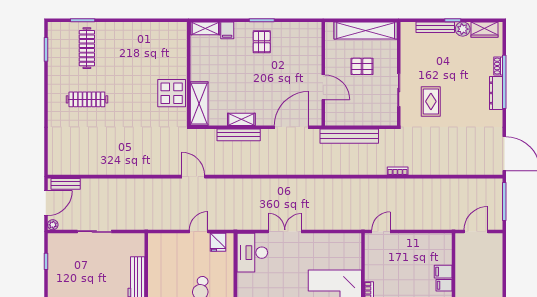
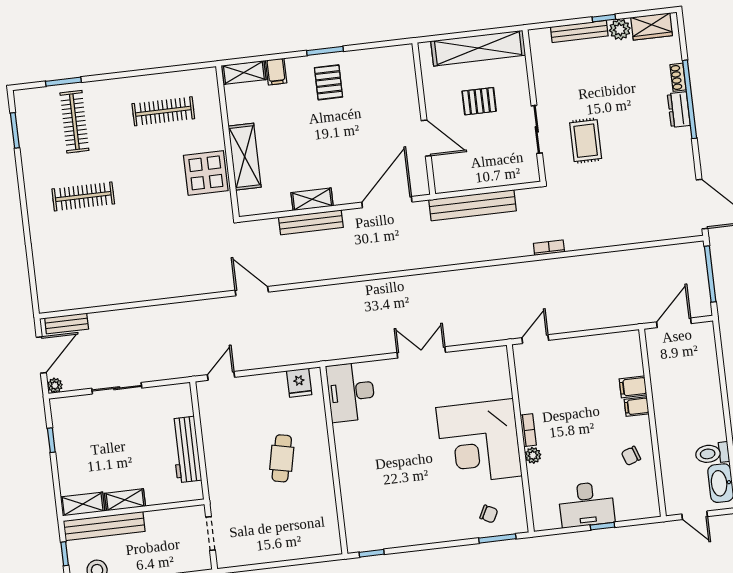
clothes rail: (148, 48) -> (163, 111), added
dresser: (496, 93) -> (679, 110), width x0.70
shelving: (199, 104) -> (245, 157), moved
door: (199, 232) -> (221, 376), moved
double door: (285, 232) -> (421, 352), moved

